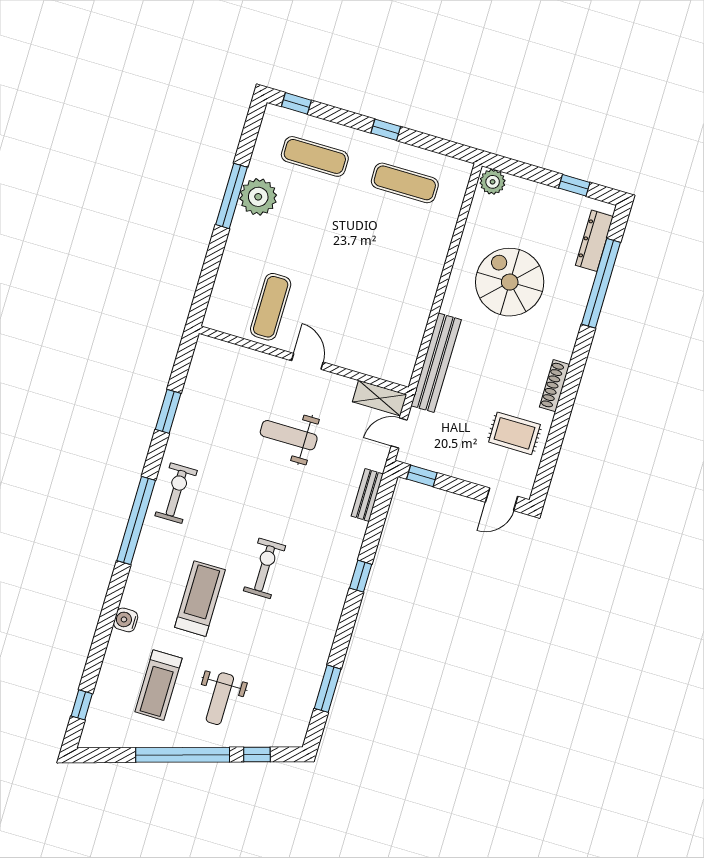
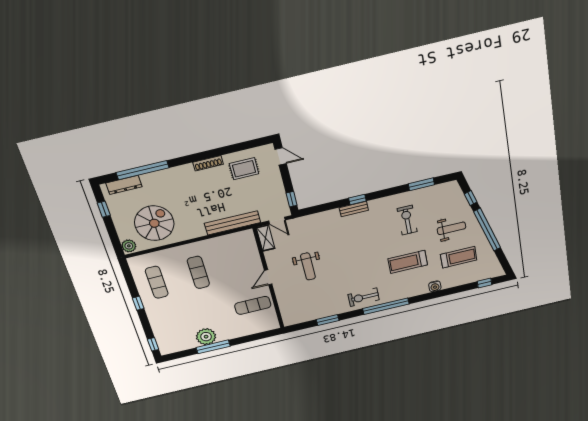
exercise mat: (315, 156) -> (198, 272), moved
spiral stairs: (510, 282) -> (154, 223), moved, turned 180
rug: (514, 433) -> (244, 169), turned 90
bench: (367, 495) -> (354, 209), moved
exercise bike: (265, 568) -> (407, 220), moved, turned 90

